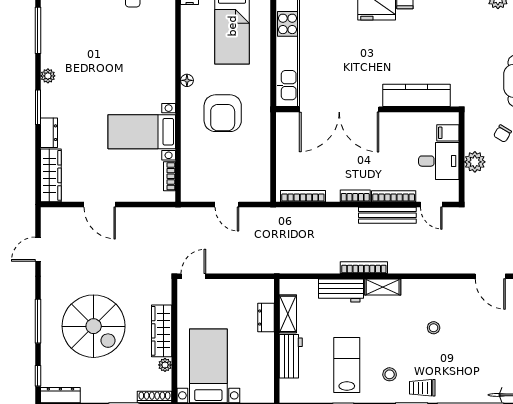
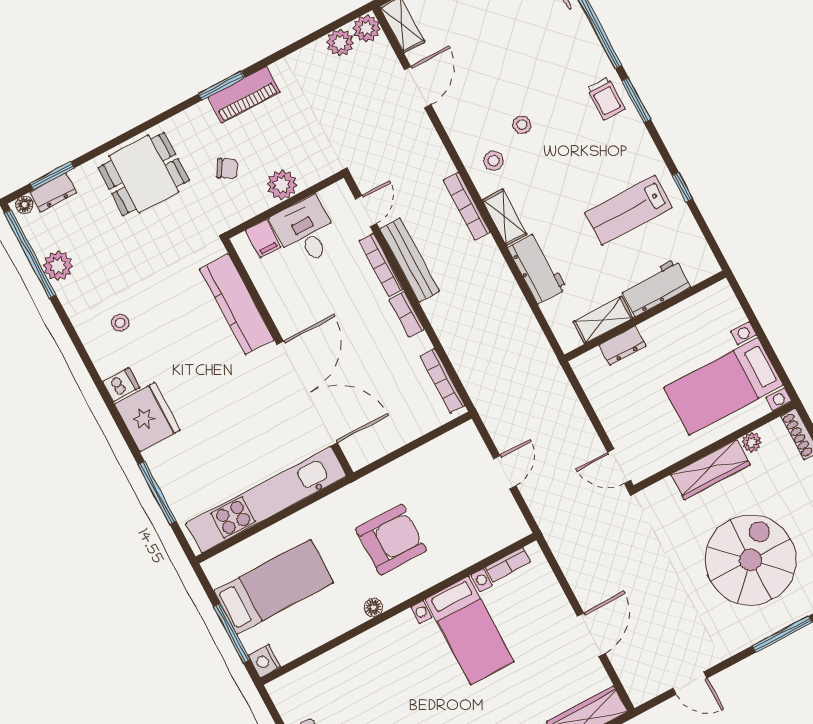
stool: (443, 18) -> (120, 323), added
bookcase: (364, 268) -> (467, 206), moved
stool: (390, 374) -> (493, 161), moved

